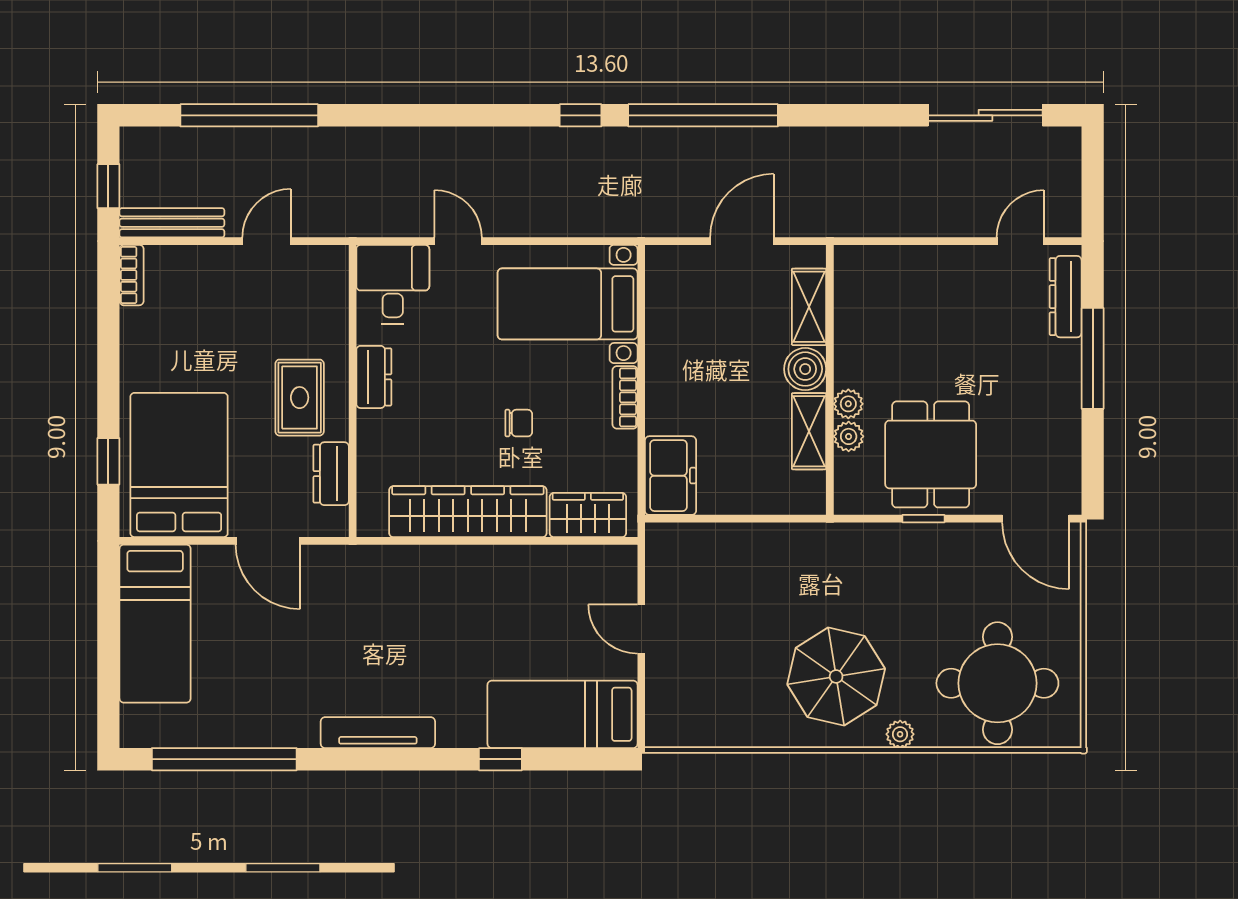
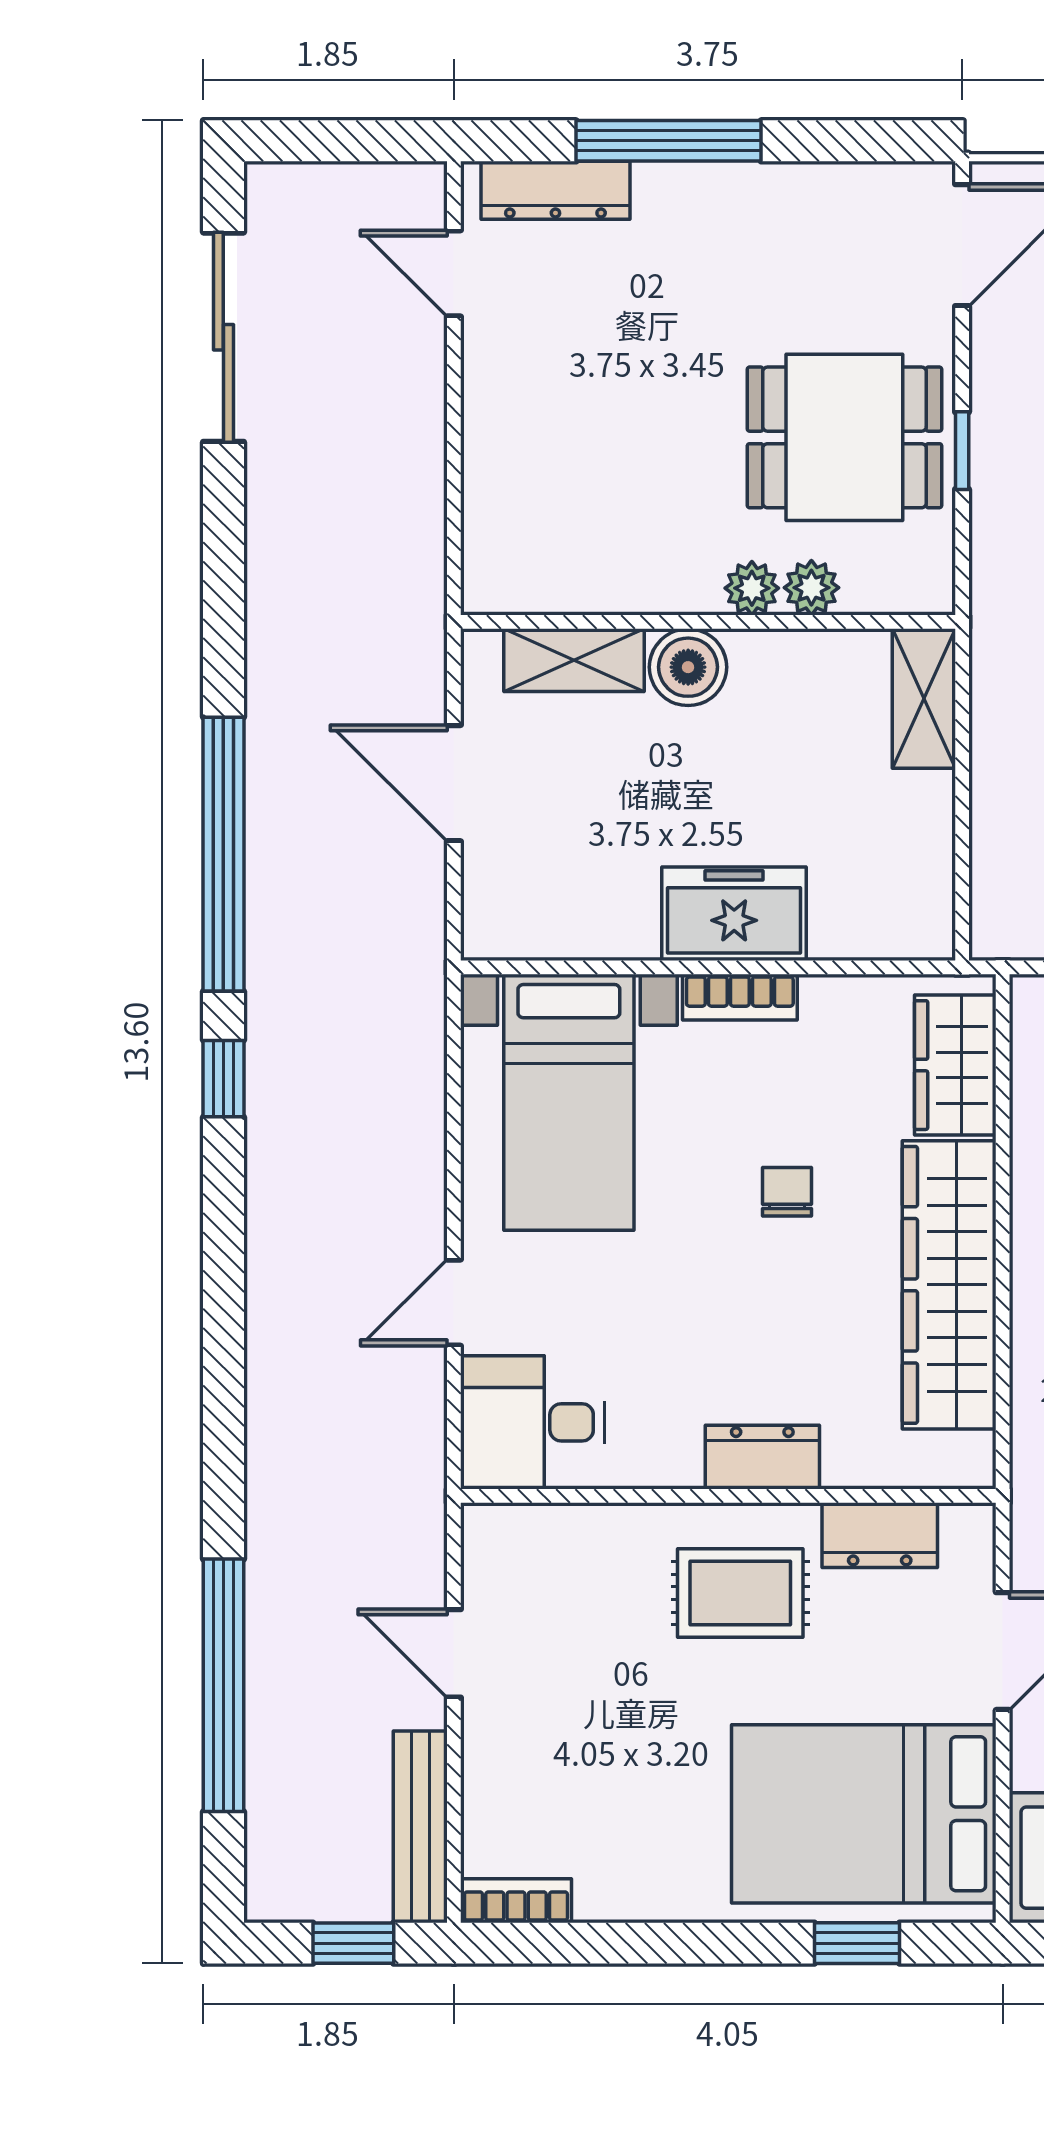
dresser: (374, 377) -> (762, 1457), moved
shelving: (809, 431) -> (924, 699), moved, turned 90
freezer: (670, 476) -> (734, 914), moved

